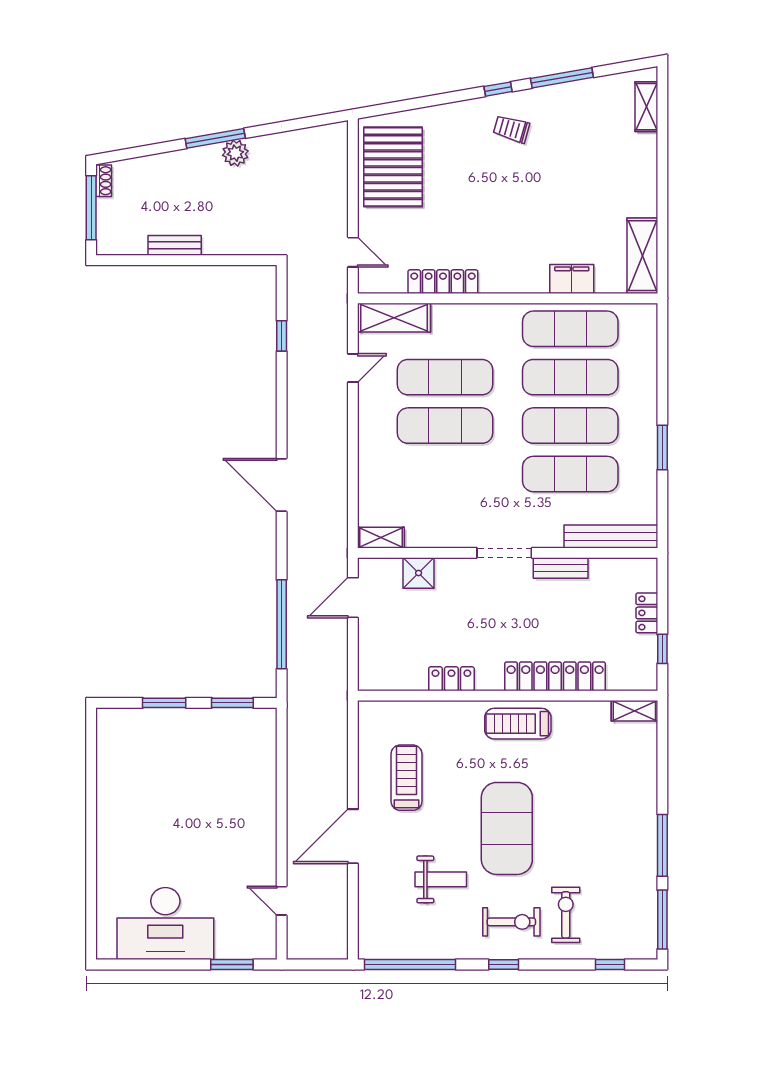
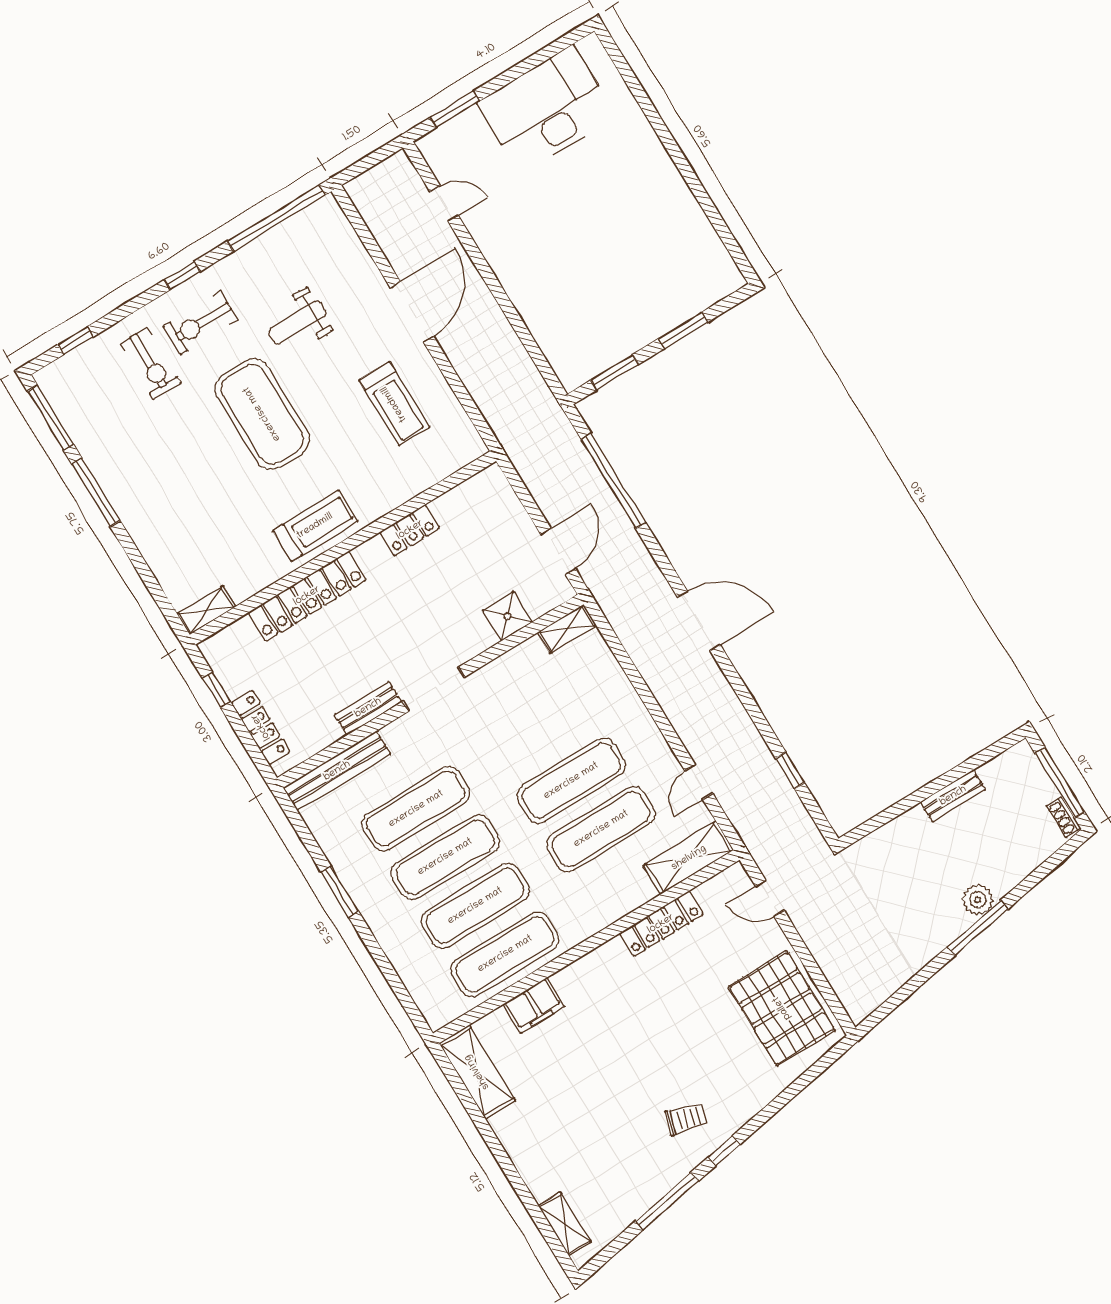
plant: (235, 153) -> (978, 900), moved
locker: (647, 613) -> (261, 727), width x1.53

